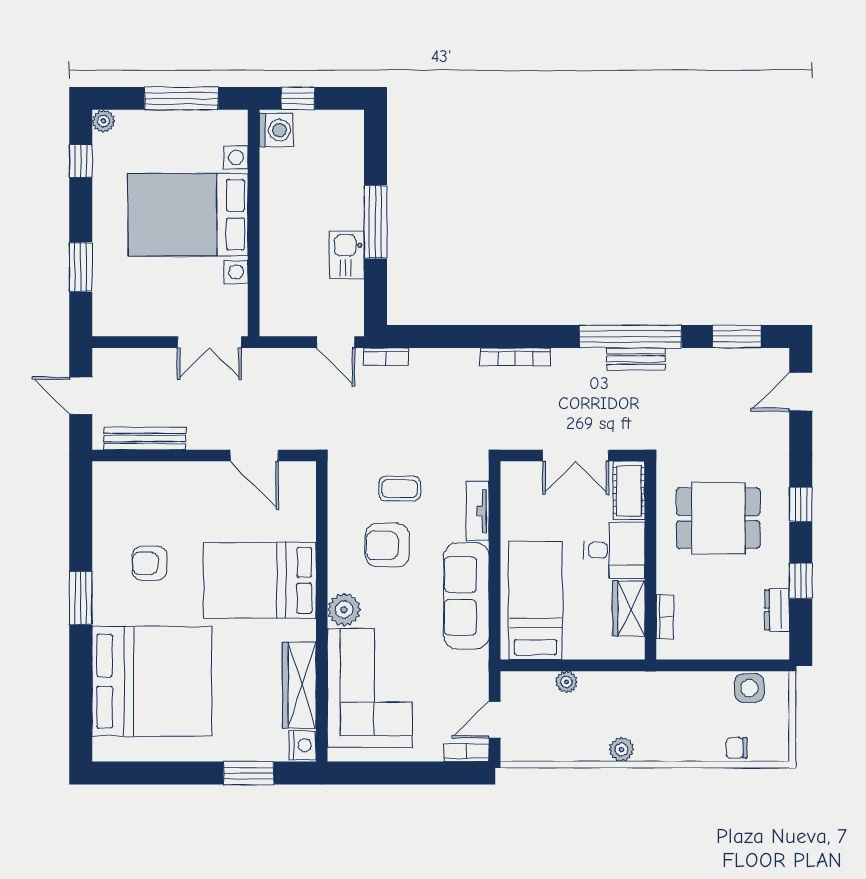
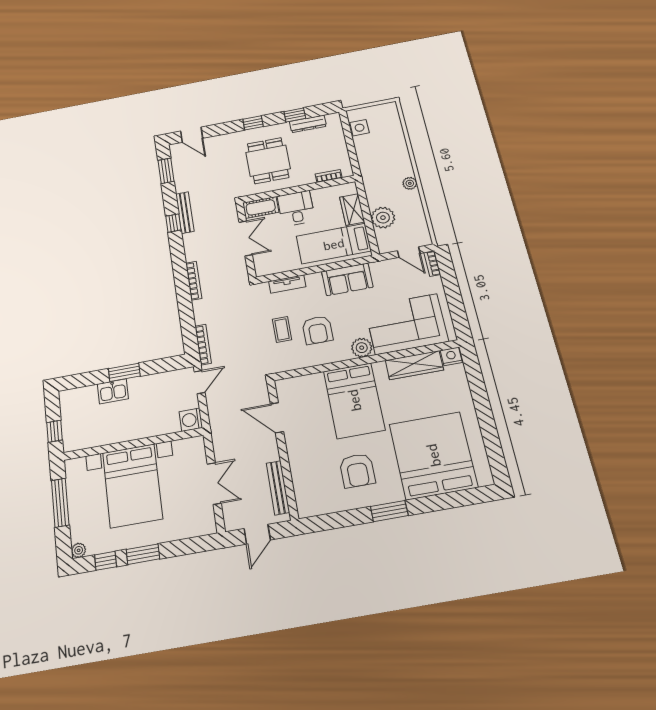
washing machine: (276, 130) -> (191, 420), moved, turned -90
window: (376, 222) -> (124, 372), width x0.69
kitchen sink: (347, 255) -> (113, 391), moved
window: (81, 267) -> (143, 554), moved
window: (631, 336) -> (173, 223), width x0.32
double door: (209, 342) -> (214, 483), moved
bookcase: (386, 357) -> (203, 345), width x1.56
bench: (636, 359) -> (185, 213), width x1.36
door: (254, 456) -> (277, 418), swing flipped
armchair: (150, 563) -> (357, 470), width x1.38, depth x1.38
sofa: (466, 596) -> (347, 279), width x0.73
wardrobe: (629, 608) -> (352, 210), moved, turned 90
dresser: (777, 610) -> (308, 124), width x1.44
plant: (566, 682) -> (383, 218), width x1.88, depth x1.88
chair: (737, 748) -> (394, 127), removed
window: (249, 773) -> (477, 385), removed

